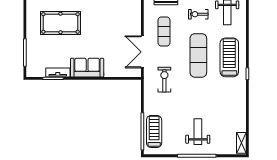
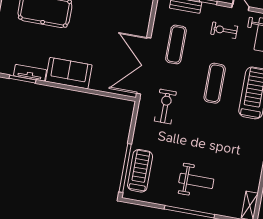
double door: (142, 52) -> (144, 66), width x1.36
exercise mat: (198, 55) -> (215, 83), width x0.73, depth x0.69
weight bench: (198, 132) -> (196, 181), turned 90

